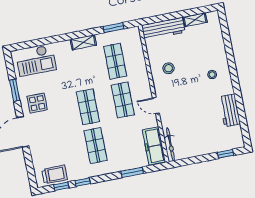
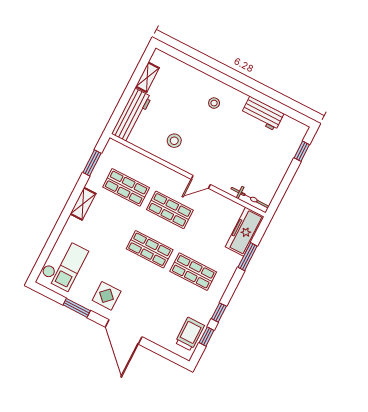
freezer: (154, 146) -> (245, 232), moved, turned 90

